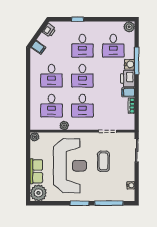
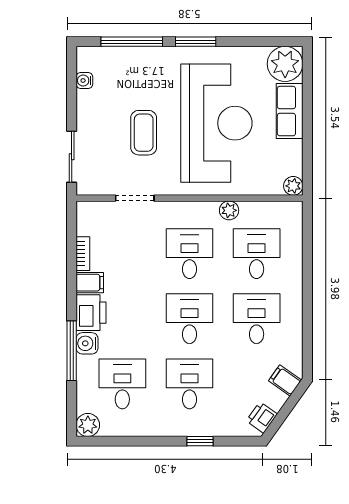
reception desk: (70, 166) -> (216, 123), turned 180

